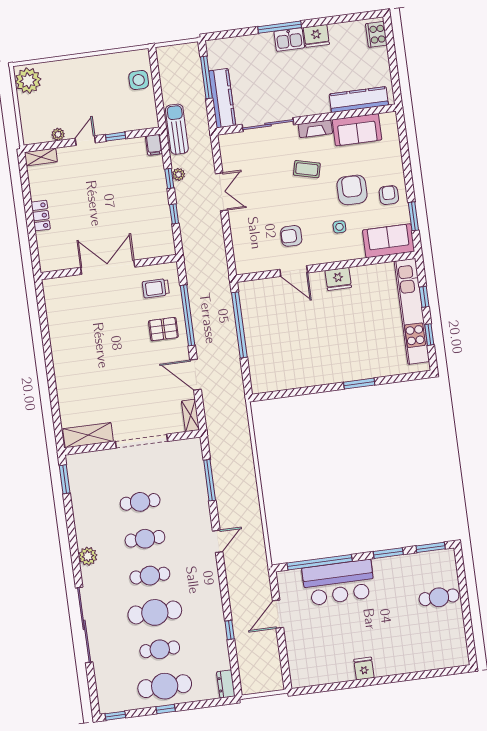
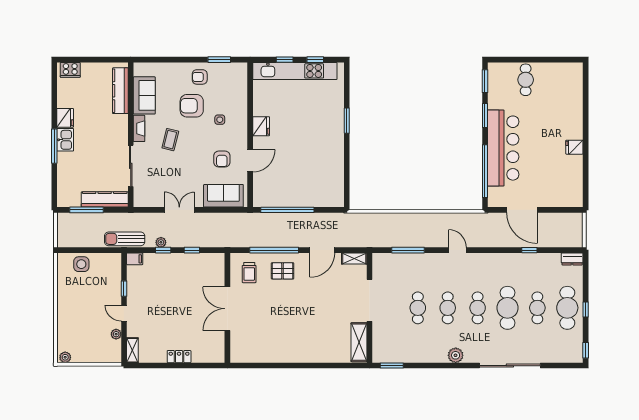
plant: (28, 81) -> (65, 357), width x0.53, depth x0.53
sofa: (389, 241) -> (223, 196), moved, turned 90
pallet: (163, 329) -> (283, 271), turned 90
bar counter: (339, 583) -> (503, 148), width x1.36
door: (278, 614) -> (522, 210), width x1.36

